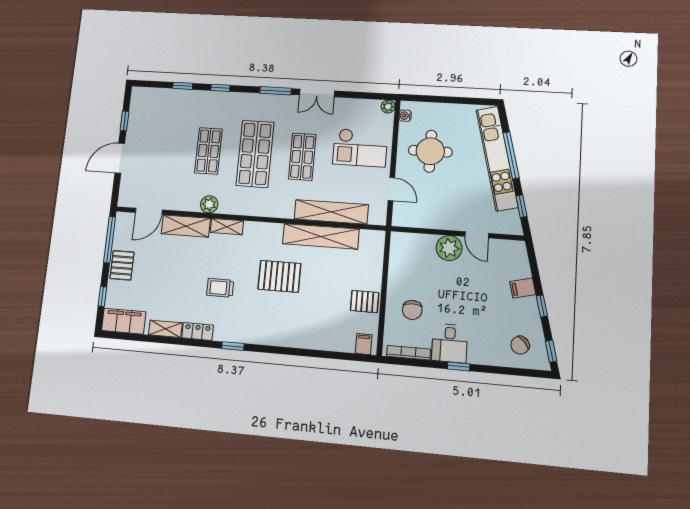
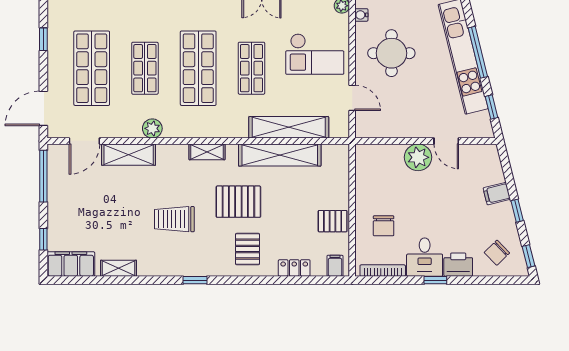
shop shelf: (163, 148) -> (92, 68), added
door: (120, 158) -> (43, 108), moved
shelving: (227, 227) -> (207, 152), moved
pallet: (122, 265) -> (248, 249), moved
trolley: (220, 288) -> (174, 219), width x1.36, depth x1.39
locker: (198, 331) -> (294, 268), moved
printer: (482, 353) -> (458, 265), added

